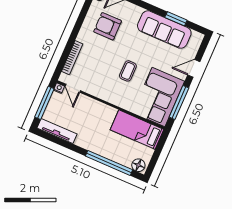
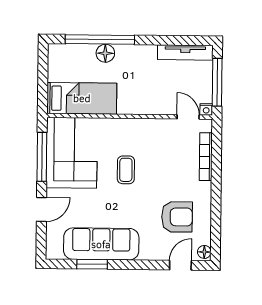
floor lamp: (138, 165) -> (105, 53), moved

